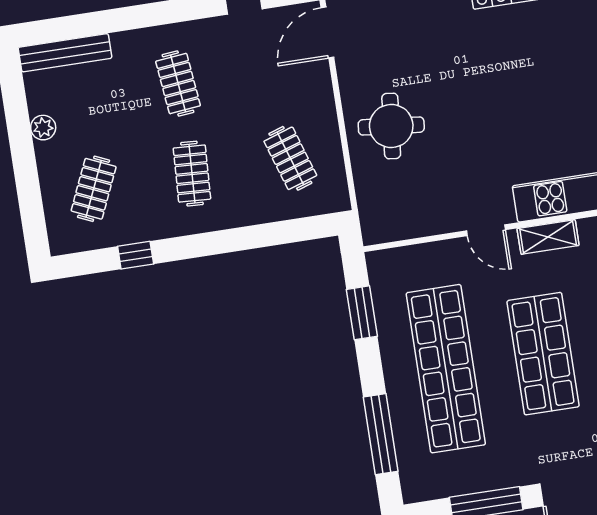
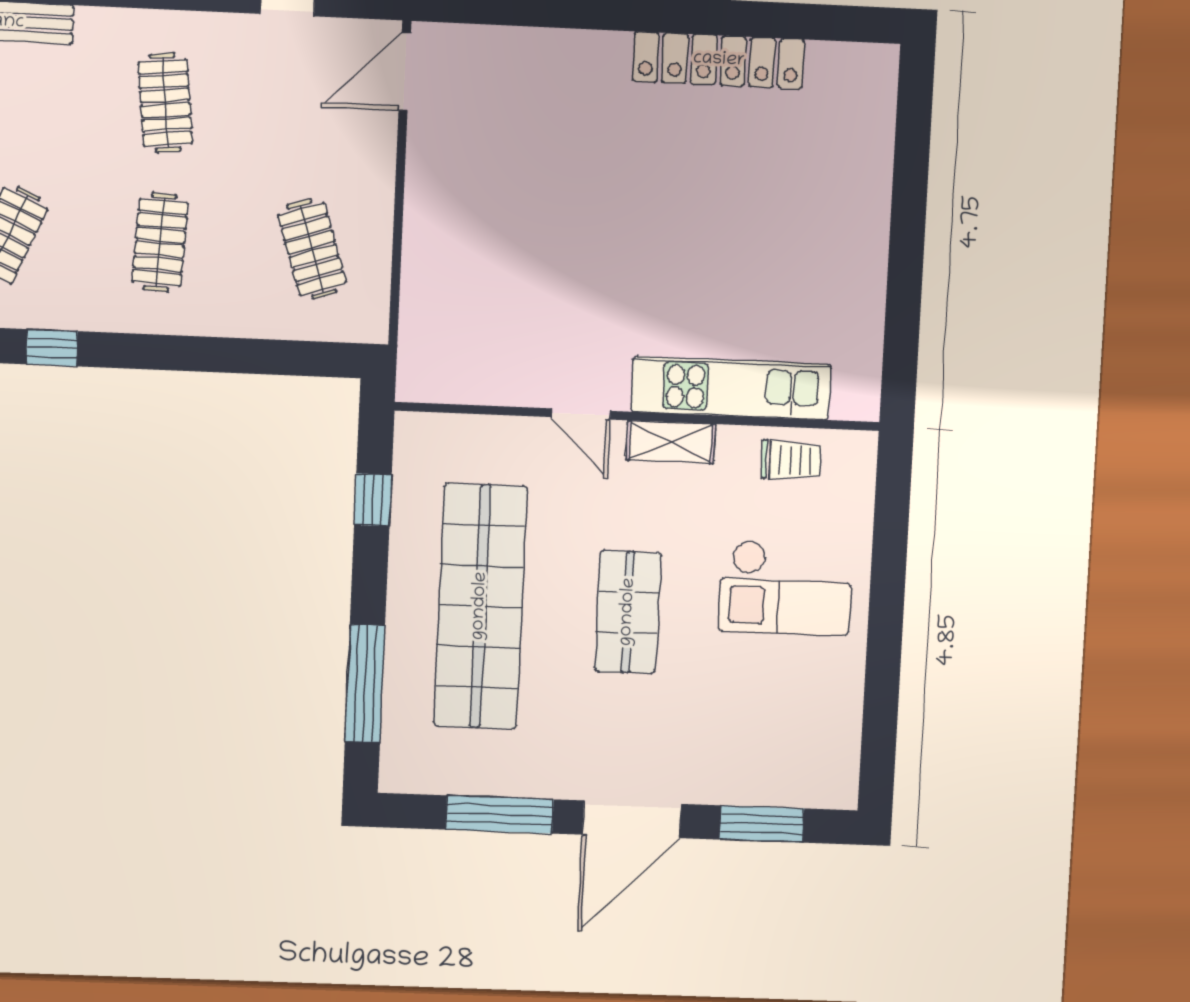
round table: (391, 126) -> (472, 231), removed
window: (362, 313) -> (373, 500), width x0.67
shop shelf: (543, 354) -> (628, 612), width x0.70, depth x0.74

